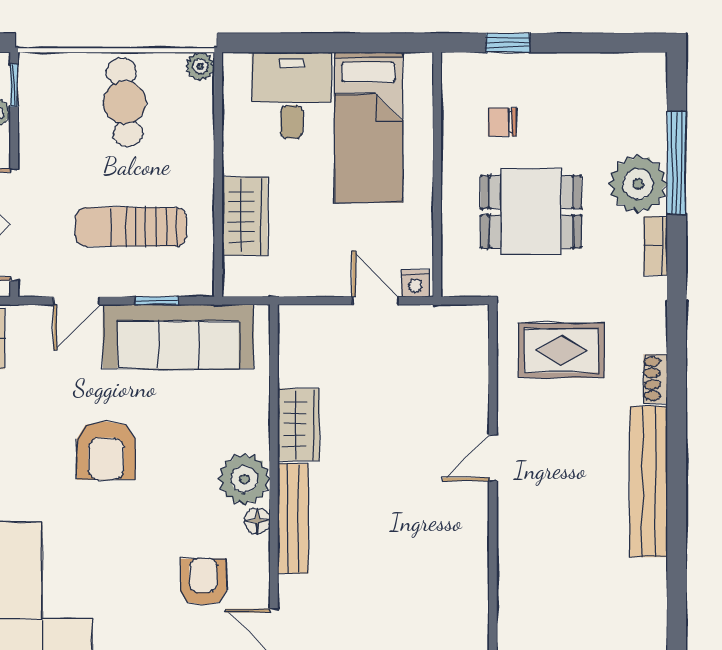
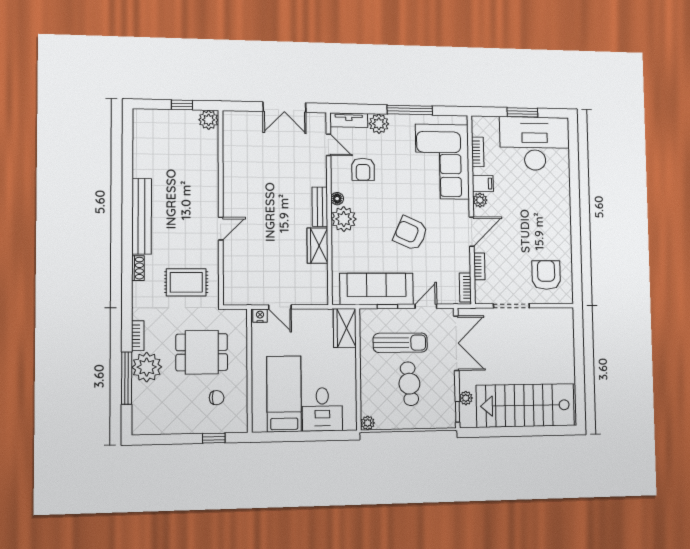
cafe table: (125, 102) -> (409, 384), moved
wardrobe: (245, 216) -> (345, 328), moved
armchair: (106, 451) -> (411, 233), turned -66
bench: (293, 518) -> (320, 207), width x0.73

